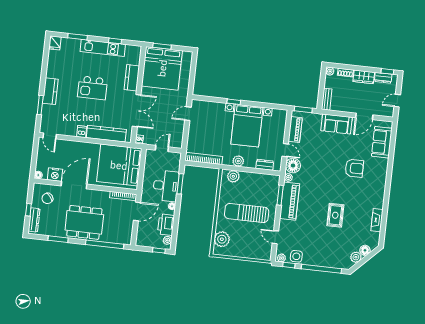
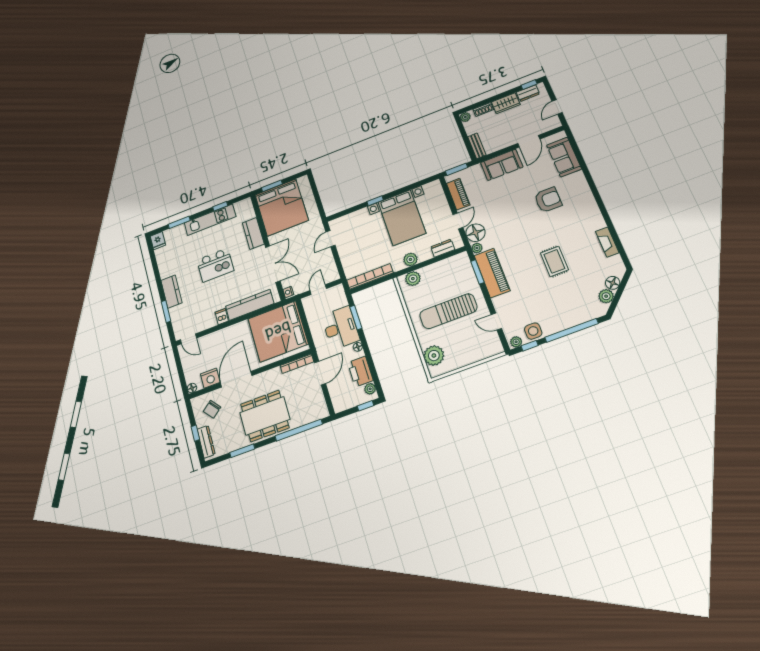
door: (285, 150) -> (458, 221), hinge flipped

